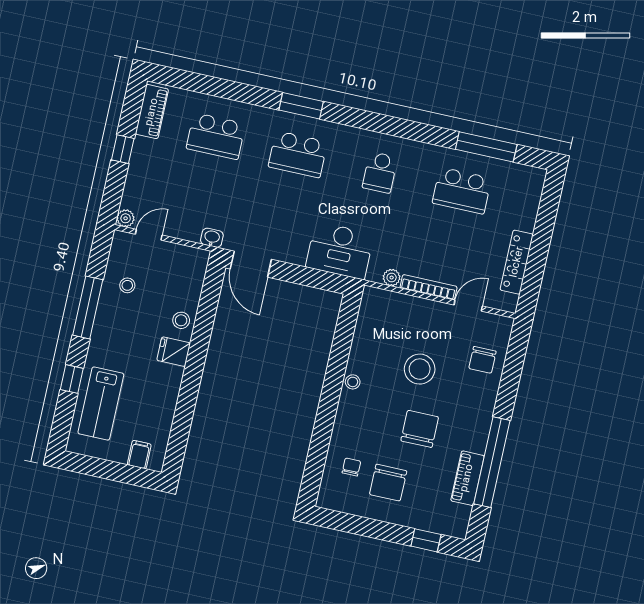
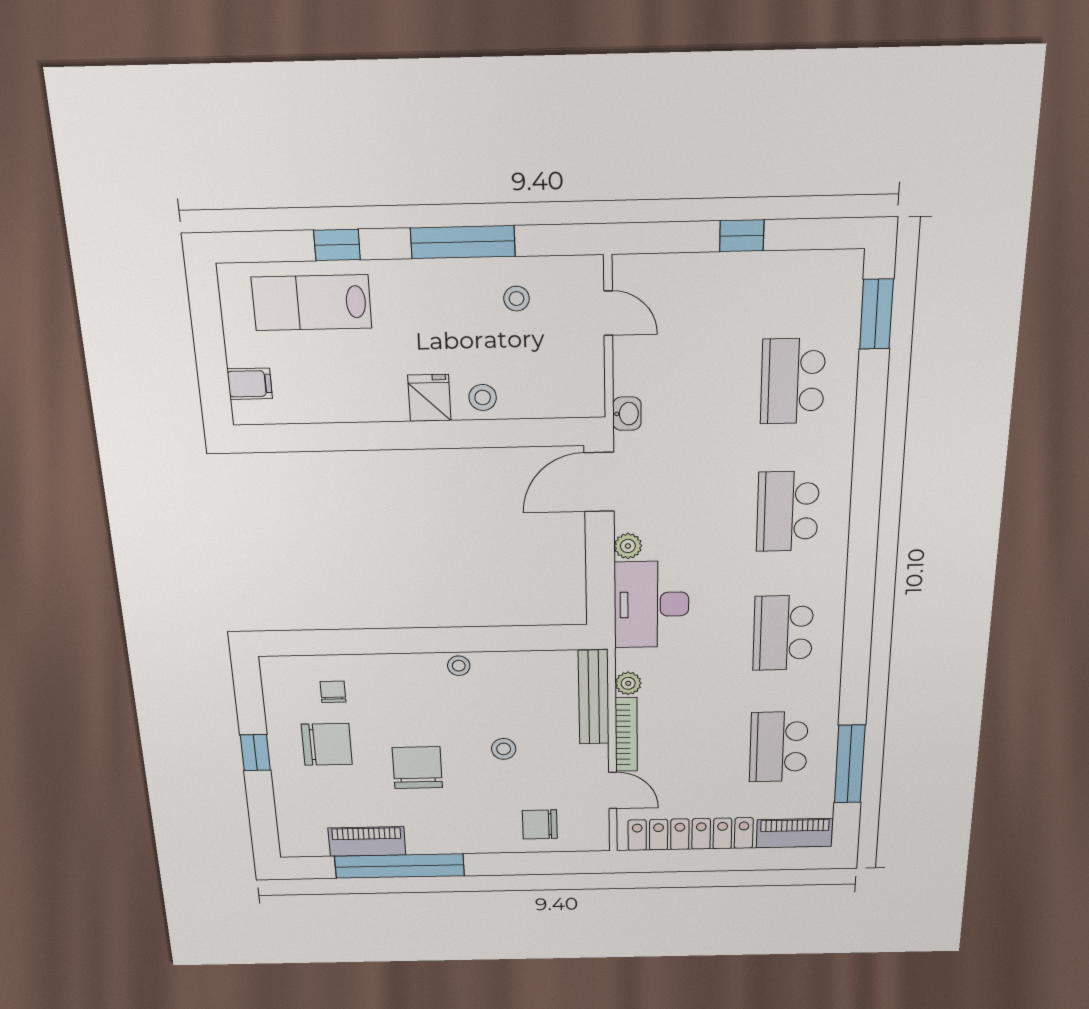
window: (301, 106) -> (876, 314), moved
piano: (152, 112) -> (795, 833), moved, turned 180
school desk: (380, 172) -> (783, 633), width x1.85
plant: (126, 218) -> (628, 546), moved
locker: (517, 262) -> (690, 834), width x1.41, depth x1.21
bench: (396, 302) -> (594, 697), added
stool: (420, 369) -> (504, 749), width x0.53, depth x0.53
chair: (420, 429) -> (417, 768), turned -90
chair: (351, 467) -> (333, 692), turned -90
chair: (388, 483) -> (327, 744), turned 180
window: (426, 540) -> (255, 753), moved

